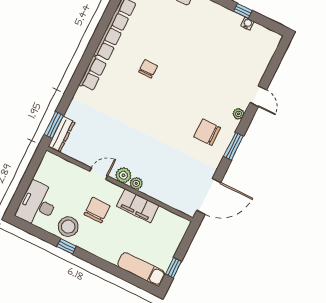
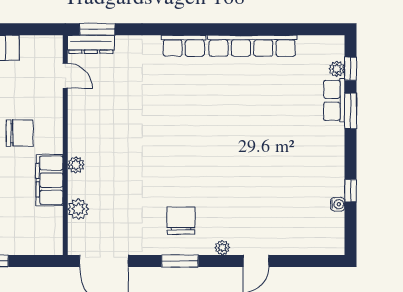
chair: (148, 69) -> (223, 110), removed
door: (99, 174) -> (65, 76), moved
plant: (123, 175) -> (78, 209), moved

